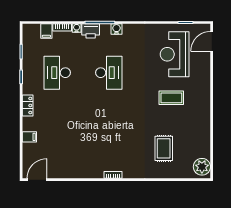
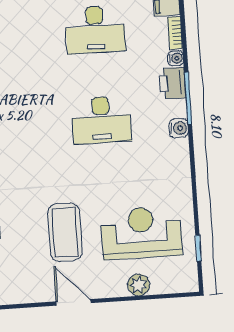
door: (212, 41) -> (73, 302), moved
plant: (204, 58) -> (139, 285), added
desk: (57, 73) -> (95, 30), turned 180
coffee table: (171, 98) -> (65, 232), width x1.36, depth x1.32

